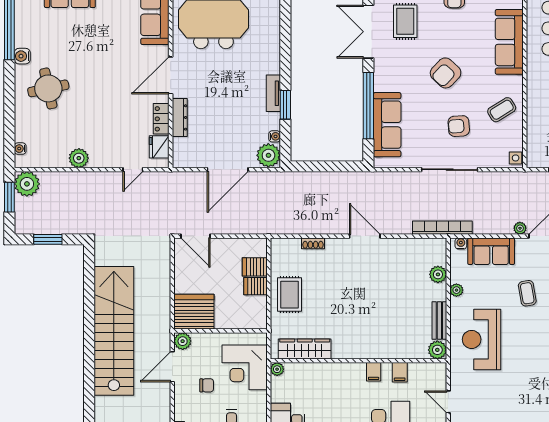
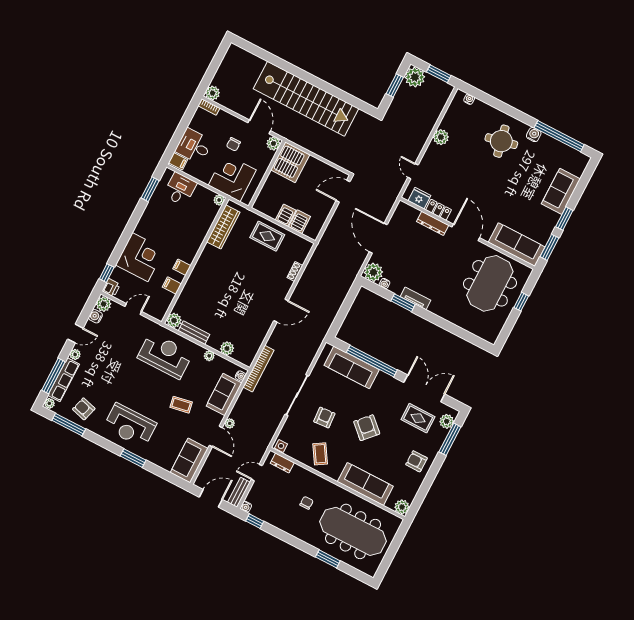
dresser: (534, 147) -> (282, 463), added
plant: (27, 184) -> (415, 77), moved

